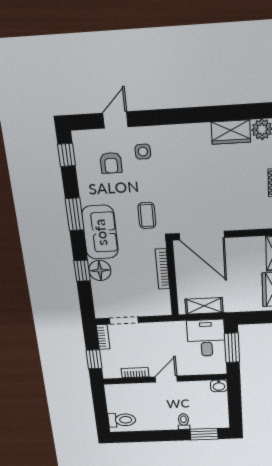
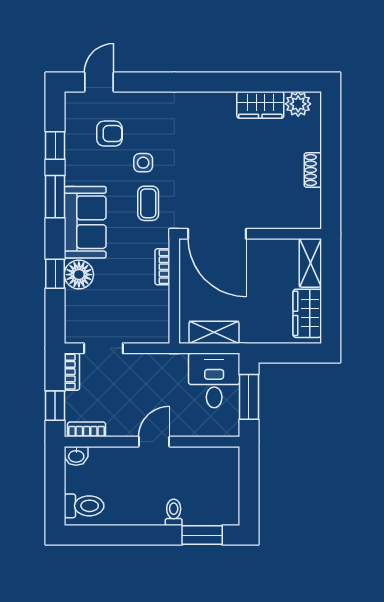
door: (115, 120) -> (99, 82), moved
side table: (143, 152) -> (143, 163), moved
window: (67, 155) -> (55, 145), moved
armchair: (111, 163) -> (109, 134), turned -90
bookcase: (163, 269) -> (162, 267), width x0.64
bookcase: (135, 373) -> (87, 429), moved
washbasin: (219, 386) -> (76, 456), moved

